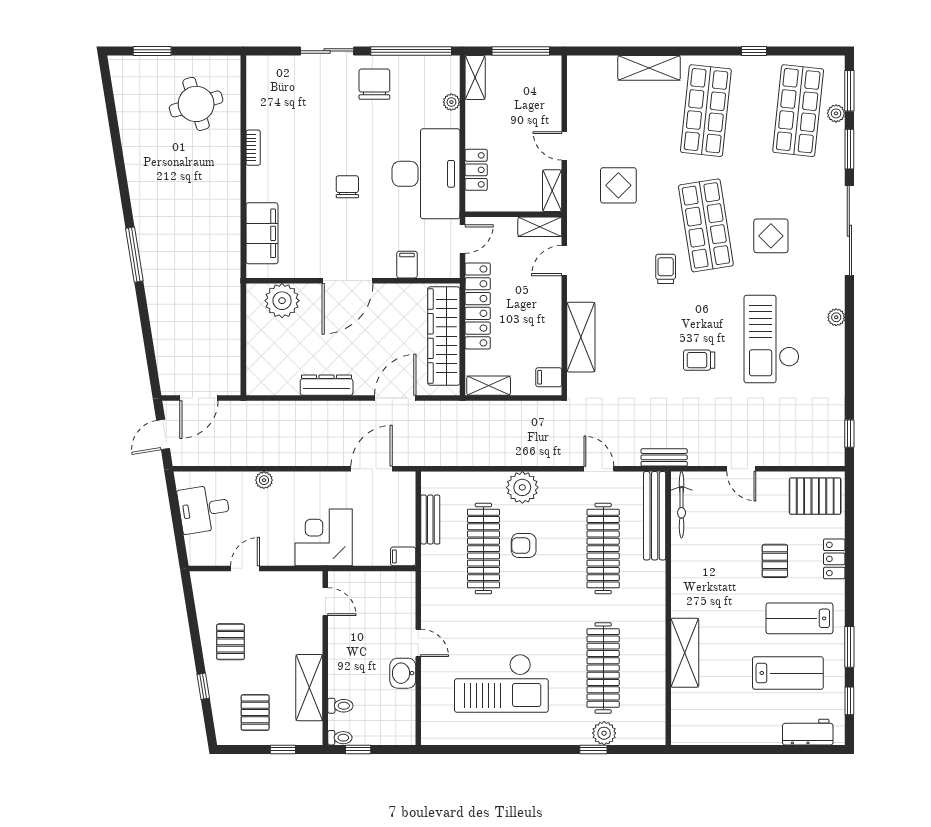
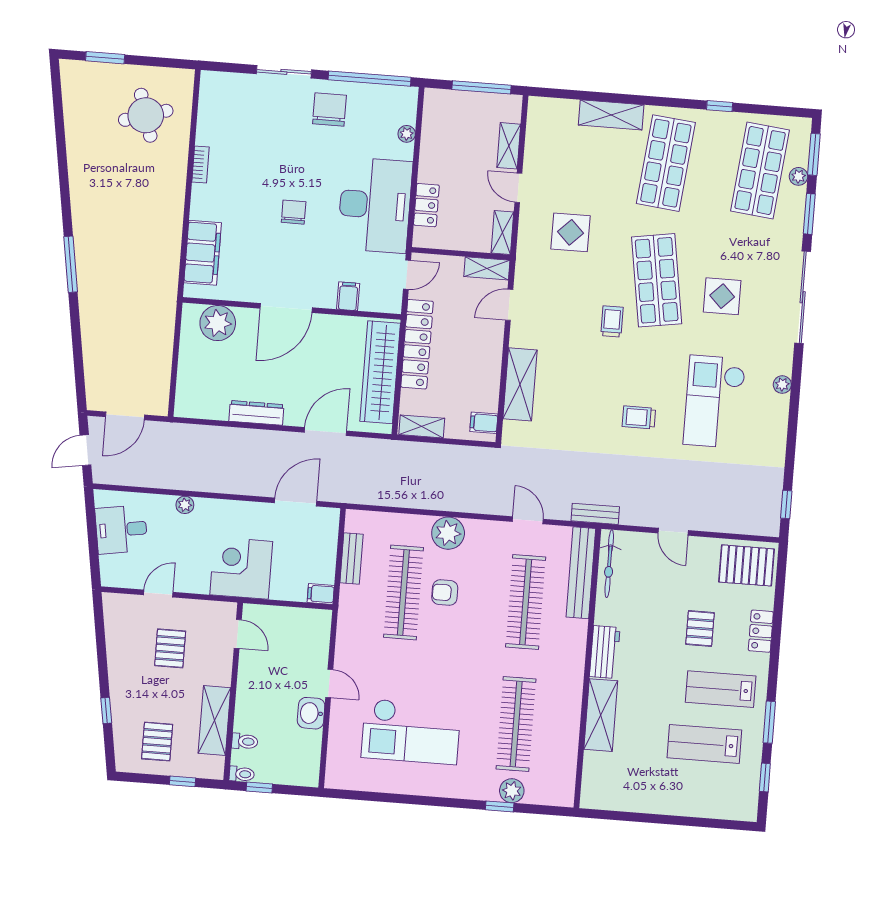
shelving: (475, 78) -> (509, 146), moved
pallet: (231, 642) -> (170, 648), moved
lab bench: (788, 673) -> (704, 744), turned 180
workbench: (808, 732) -> (605, 652), moved, turned 90

